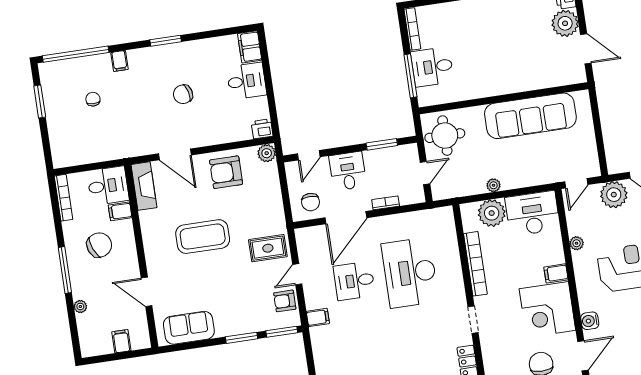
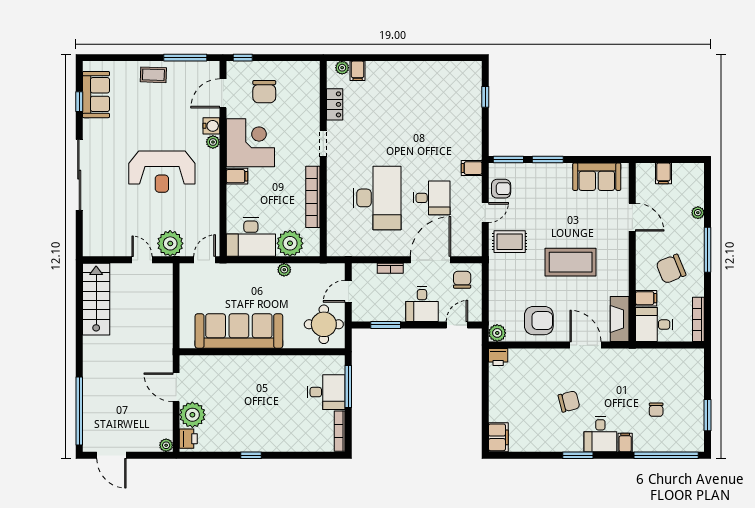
desk: (247, 81) -> (600, 434), moved, turned -90
plant: (577, 243) -> (213, 142), moved

